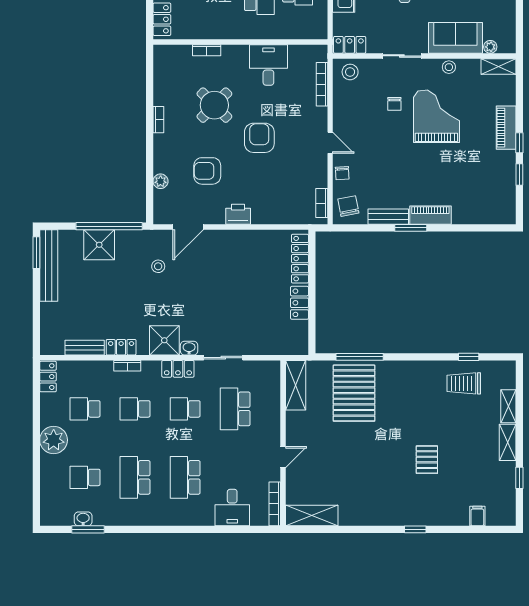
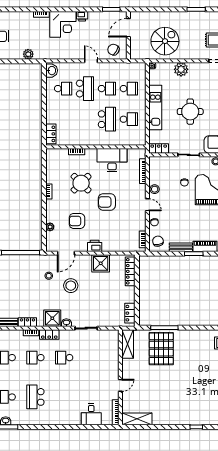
desk: (268, 65) -> (112, 160), width x1.37
stool: (350, 72) -> (155, 189), moved
armchair: (259, 138) -> (107, 202), turned -90
shower: (99, 245) -> (101, 263), moved
stool: (196, 284) -> (71, 286), added
locker: (299, 303) -> (130, 313), moved
locker: (178, 369) -> (49, 335), moved
school desk: (235, 409) -> (93, 358), removed
pallet: (427, 460) -> (203, 387), removed
school desk: (185, 477) -> (64, 397), removed

